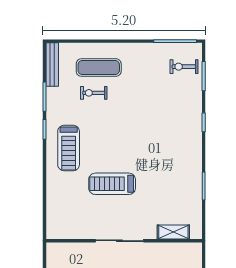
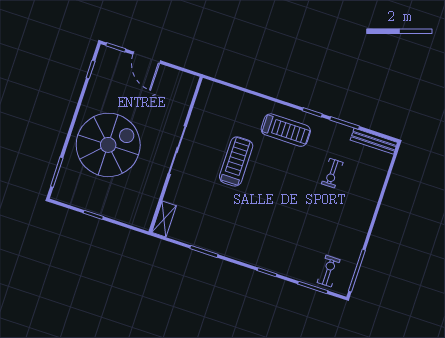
exercise mat: (99, 68) -> (356, 186), removed
exercise bike: (94, 93) -> (332, 173), turned 180
treadmill: (69, 148) -> (286, 130), turned 180
shelving: (173, 232) -> (164, 219), moved

